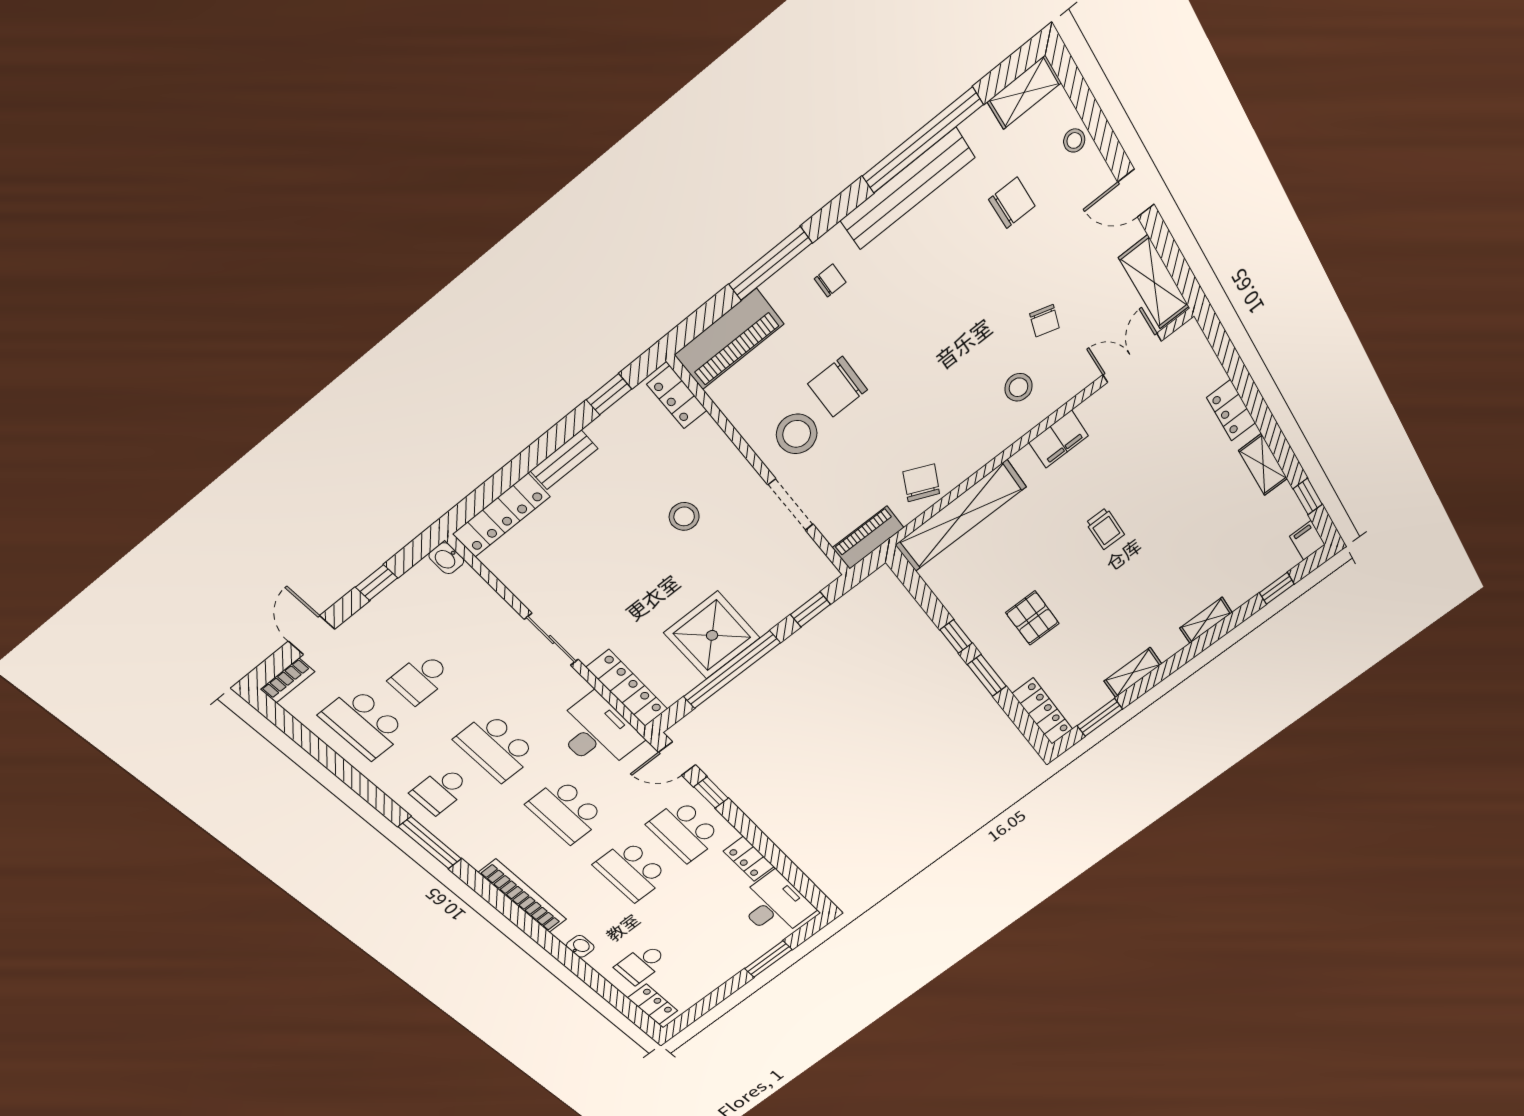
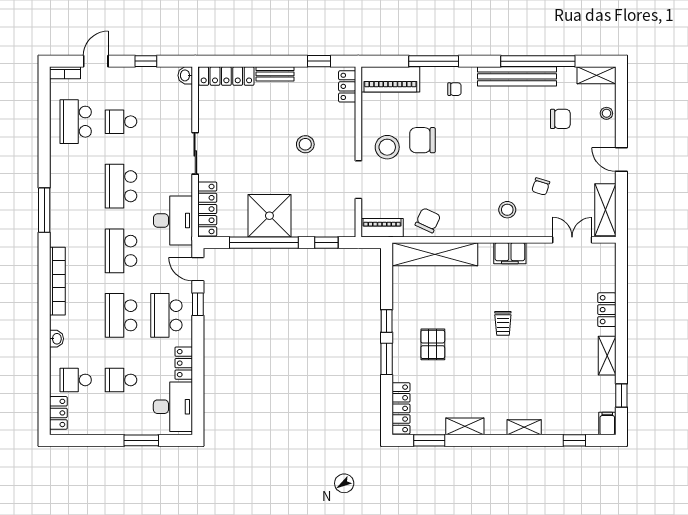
school desk: (441, 790) -> (121, 380), moved

